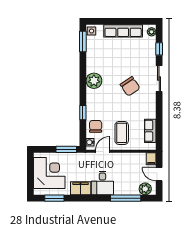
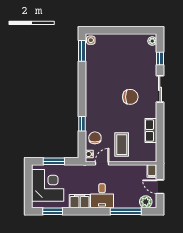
row of seats: (123, 31) -> (123, 40), removed
plant: (94, 81) -> (93, 91), removed
chair: (130, 86) -> (130, 97), turned -56
row of seats: (150, 131) -> (151, 130), moved
window: (66, 149) -> (54, 161), moved

